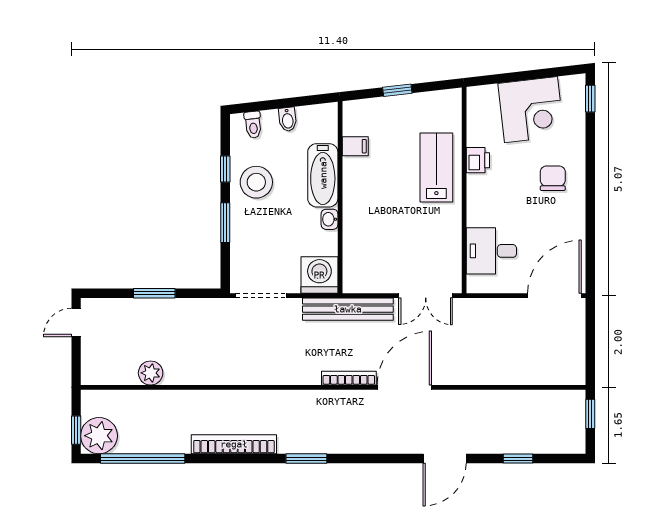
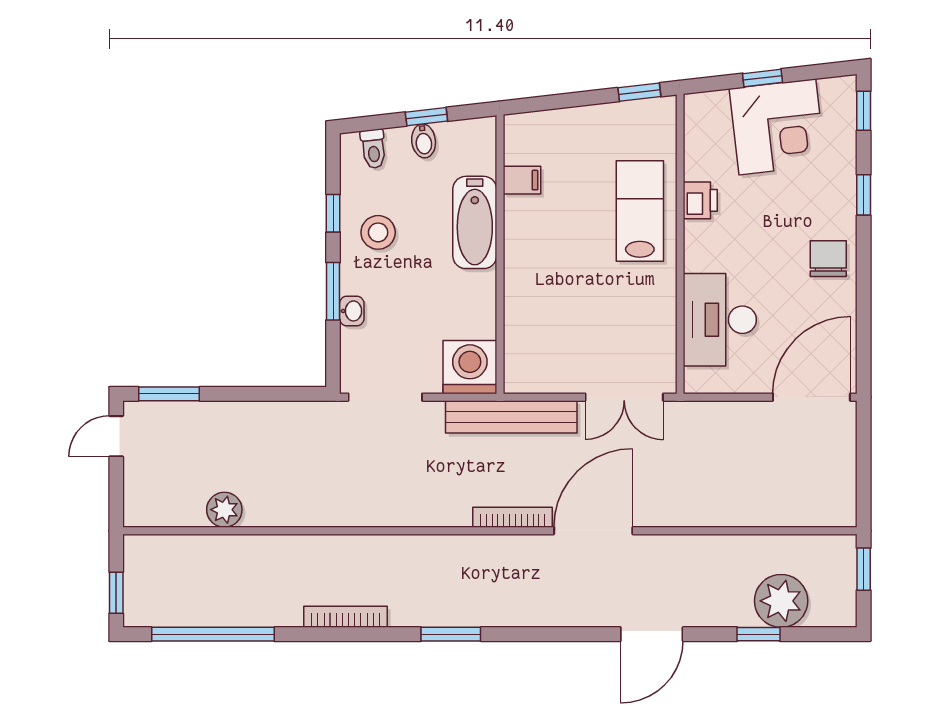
window: (521, 76) -> (763, 78), added
window: (397, 90) -> (639, 92), moved
window: (290, 103) -> (426, 117), added
window: (590, 156) -> (864, 195), added
chair: (553, 178) -> (828, 259), moved
stool: (256, 182) -> (378, 232), width x0.73, depth x0.73
washbasin: (330, 219) -> (352, 311), moved, turned 180
desk: (491, 251) -> (720, 320), width x1.37
window: (154, 293) -> (169, 394), moved
plant: (99, 436) -> (781, 601), moved
bookcase: (234, 444) -> (346, 617), width x0.68, depth x0.76

